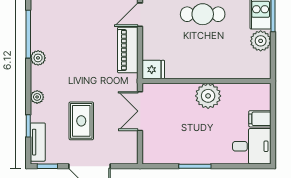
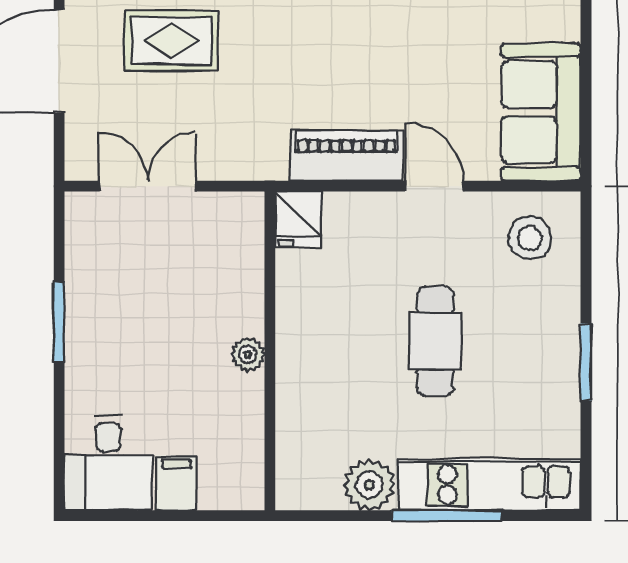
plant: (208, 96) -> (248, 355), width x0.53, depth x0.53
double door: (140, 111) -> (147, 186), moved

